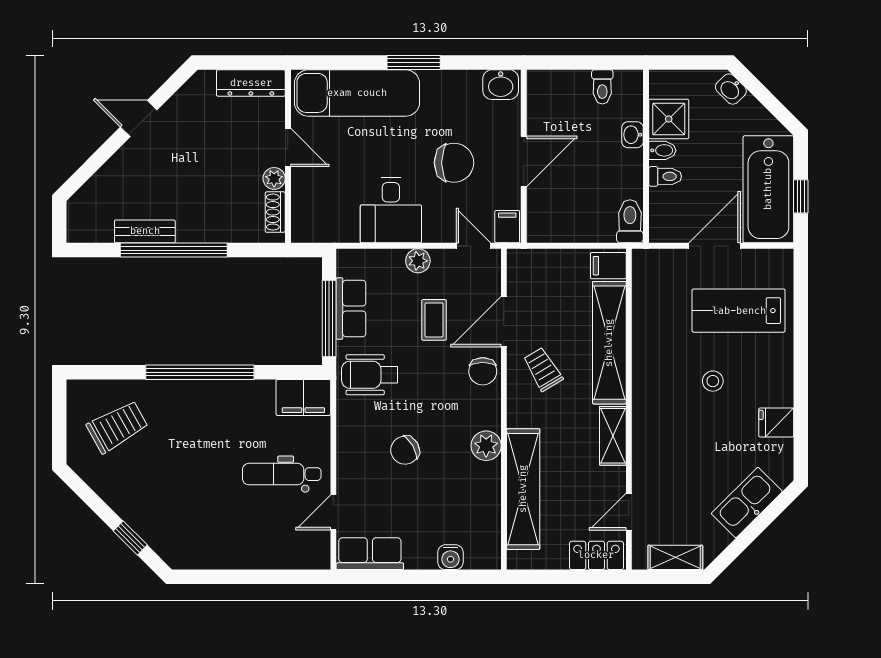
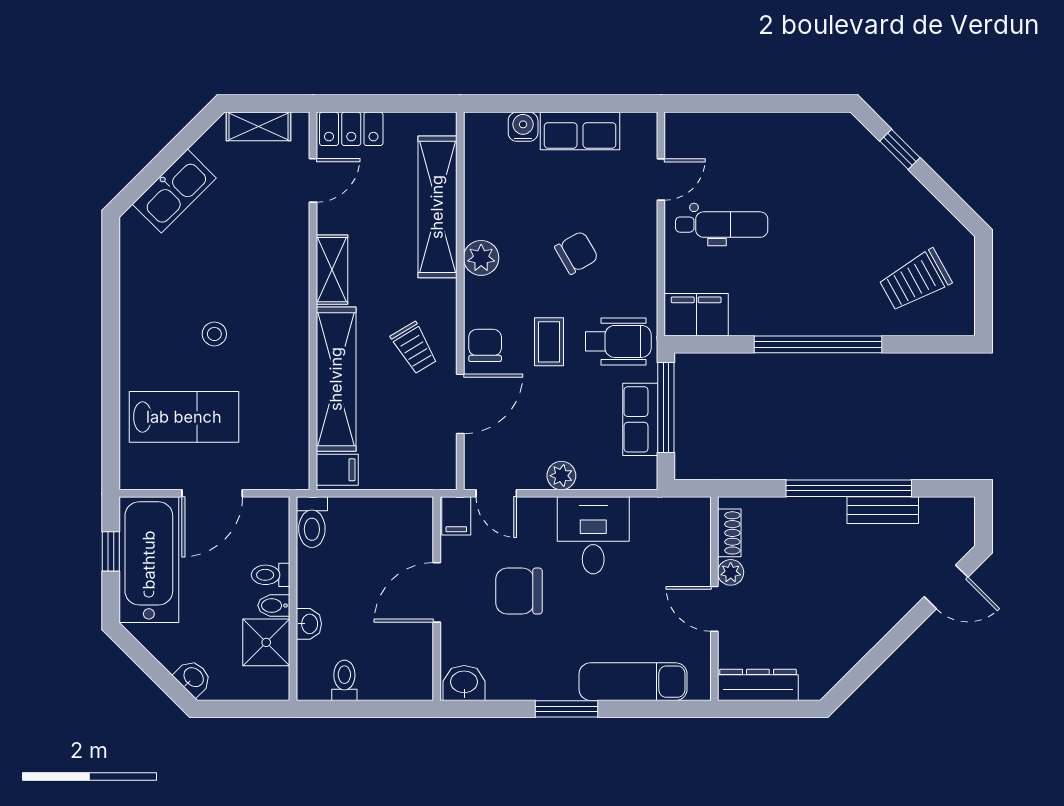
exam couch: (357, 93) -> (633, 682), width x0.73, depth x0.69
door: (139, 118) -> (946, 587), moved
coffee table: (434, 320) -> (549, 342), moved
fridge: (776, 422) -> (140, 285), removed
row of seats: (370, 554) -> (580, 131), moved

